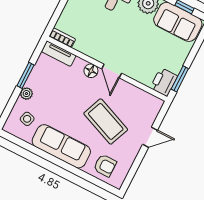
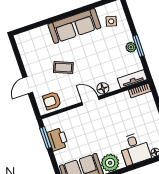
printer: (164, 82) -> (58, 139), moved
plant: (26, 94) -> (131, 47), moved
coffee table: (106, 121) -> (63, 68), width x0.54, depth x0.58
armchair: (105, 165) -> (52, 101), moved

